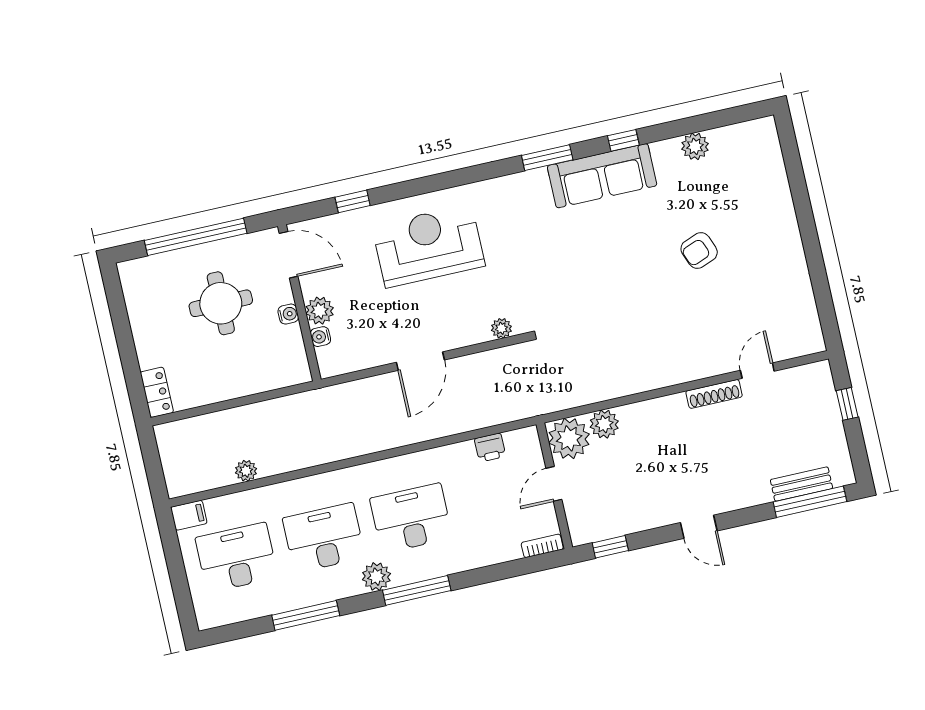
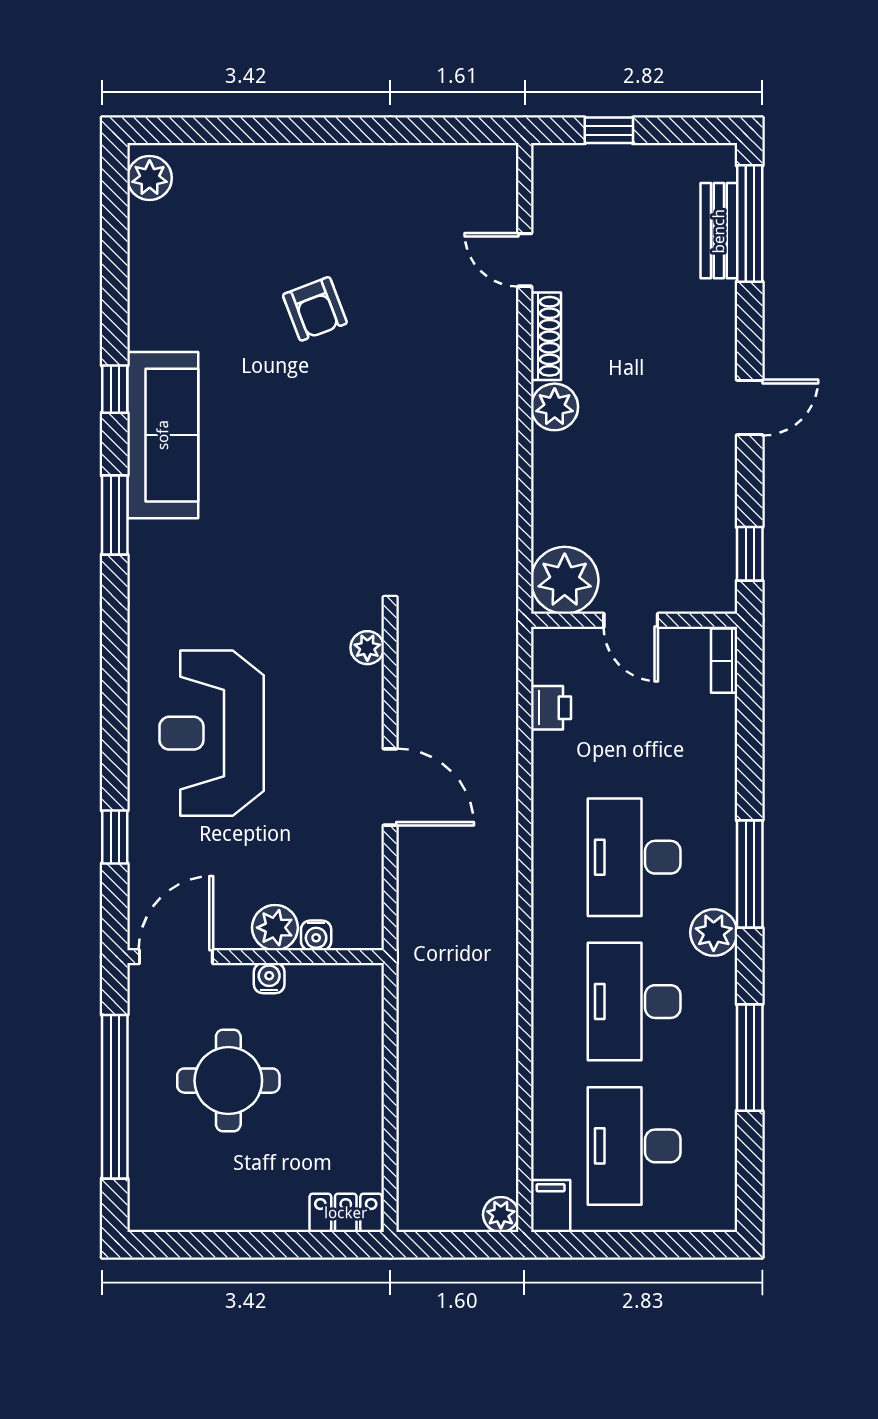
plant: (695, 146) -> (150, 178), moved
plant: (604, 424) -> (555, 407), moved
plant: (246, 471) -> (501, 1215), moved

